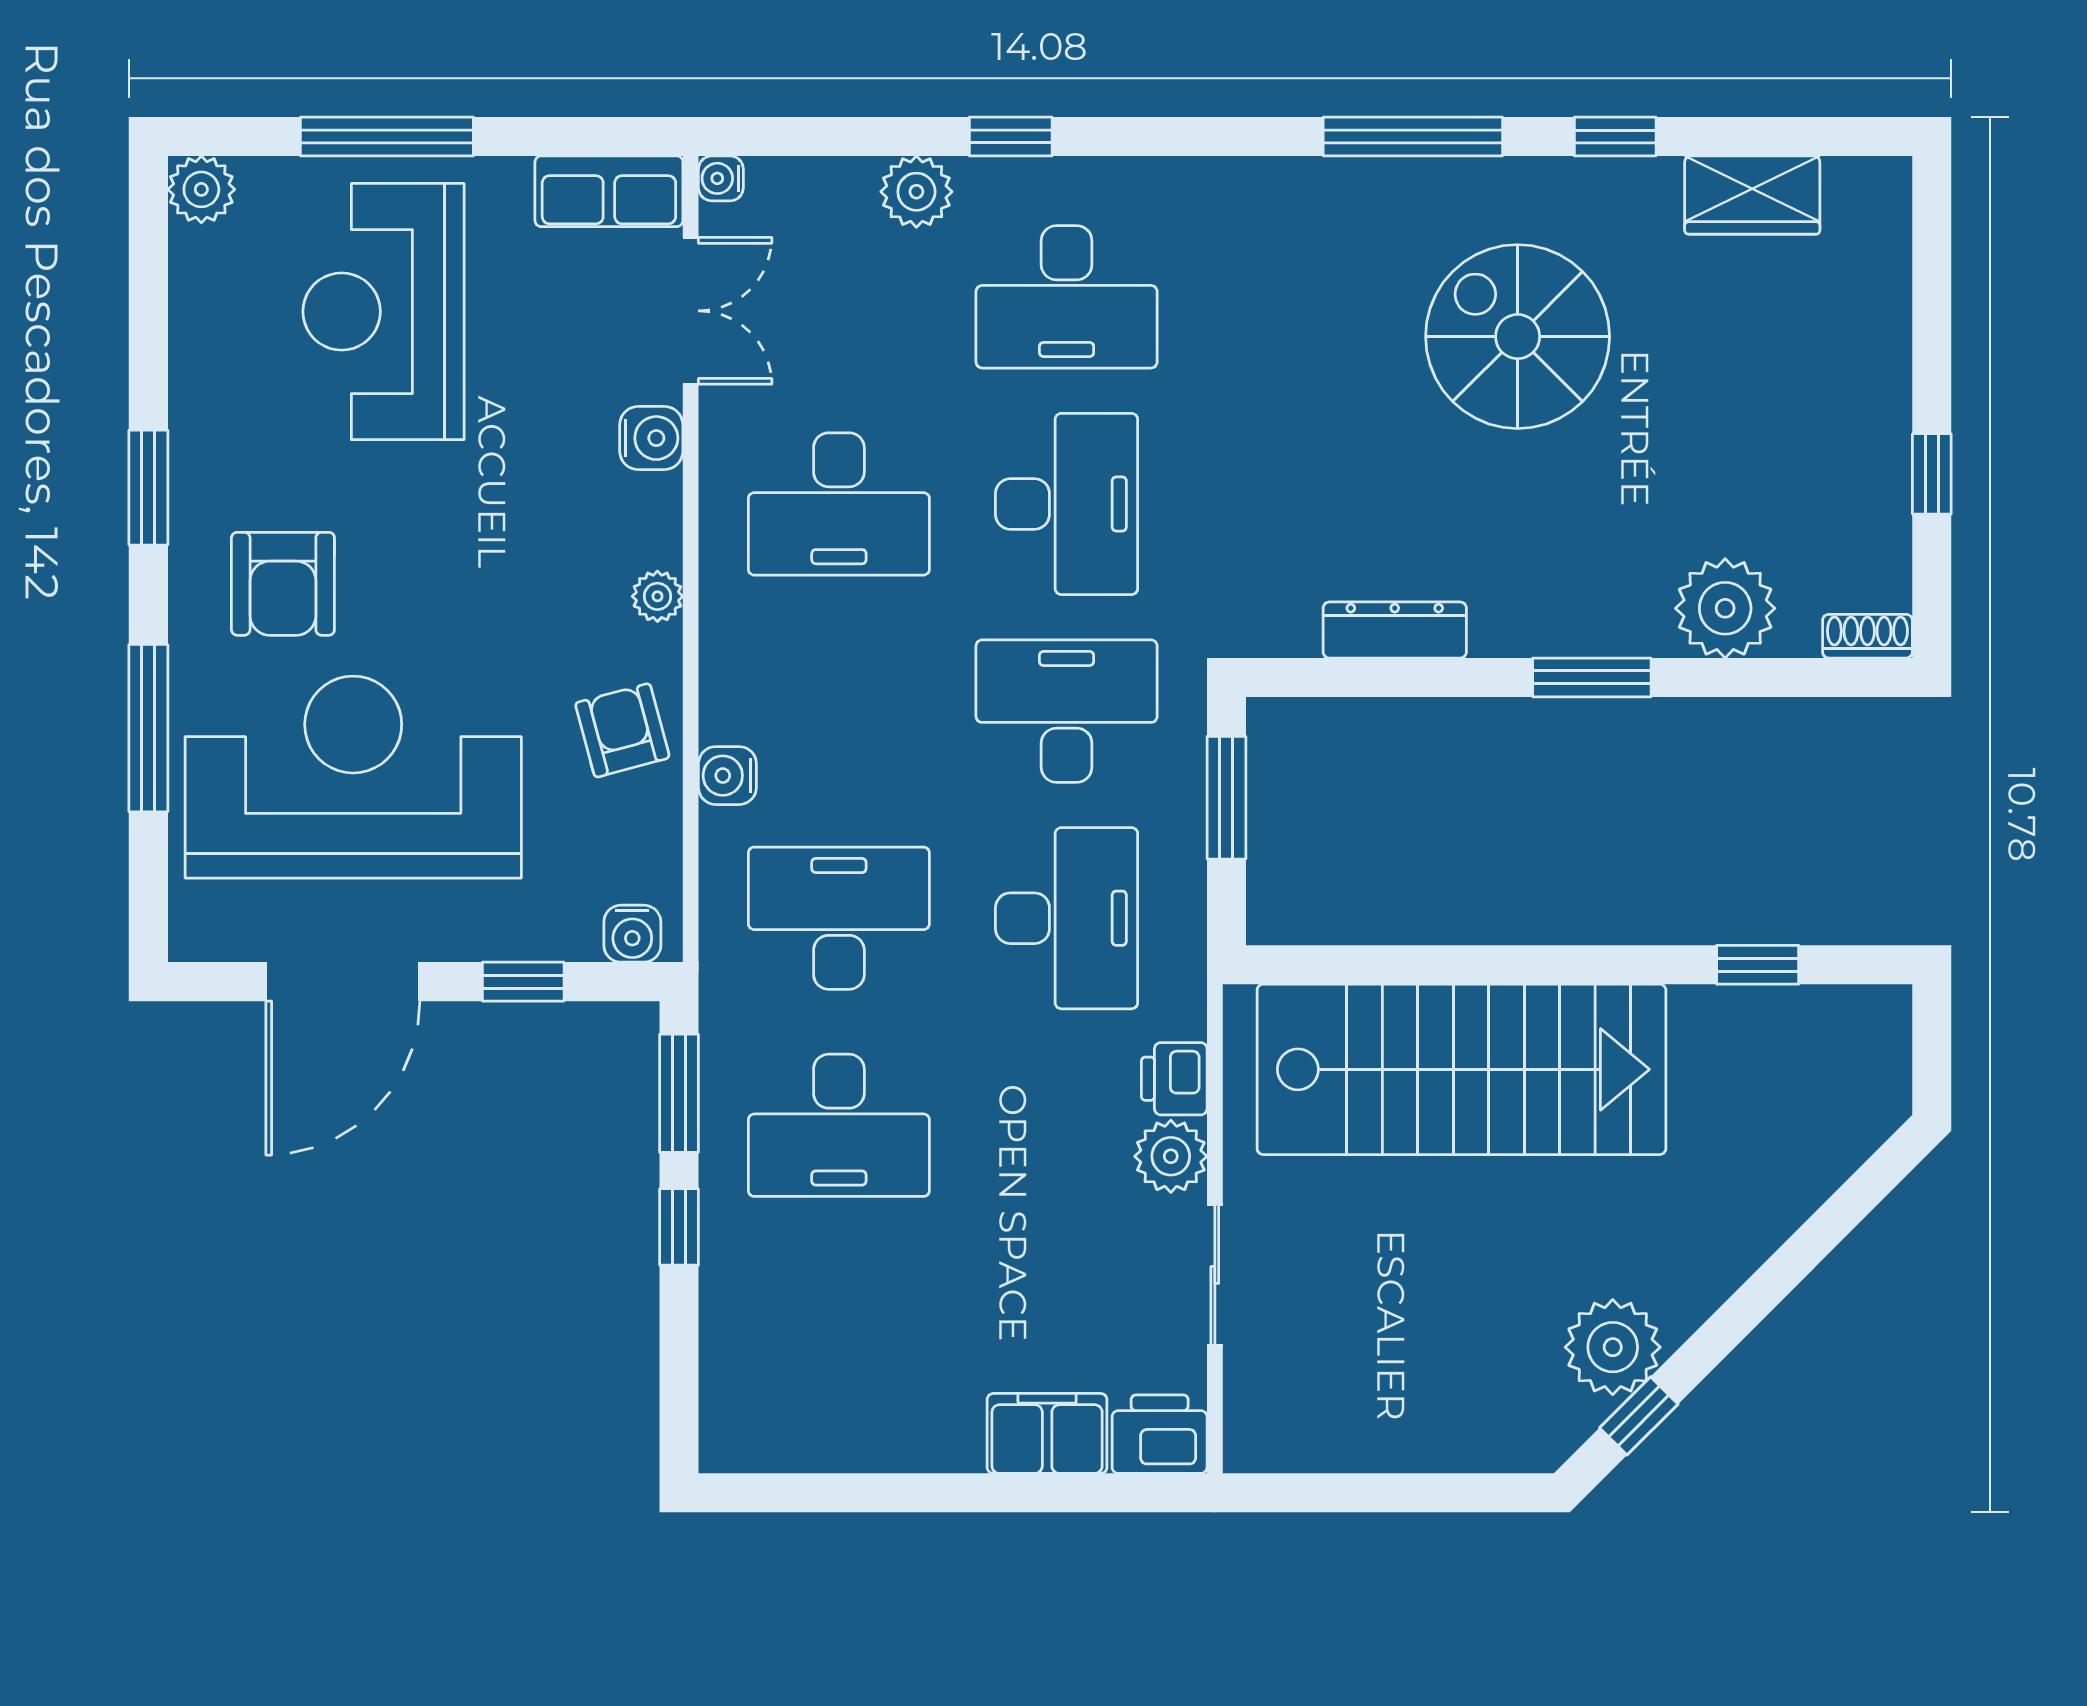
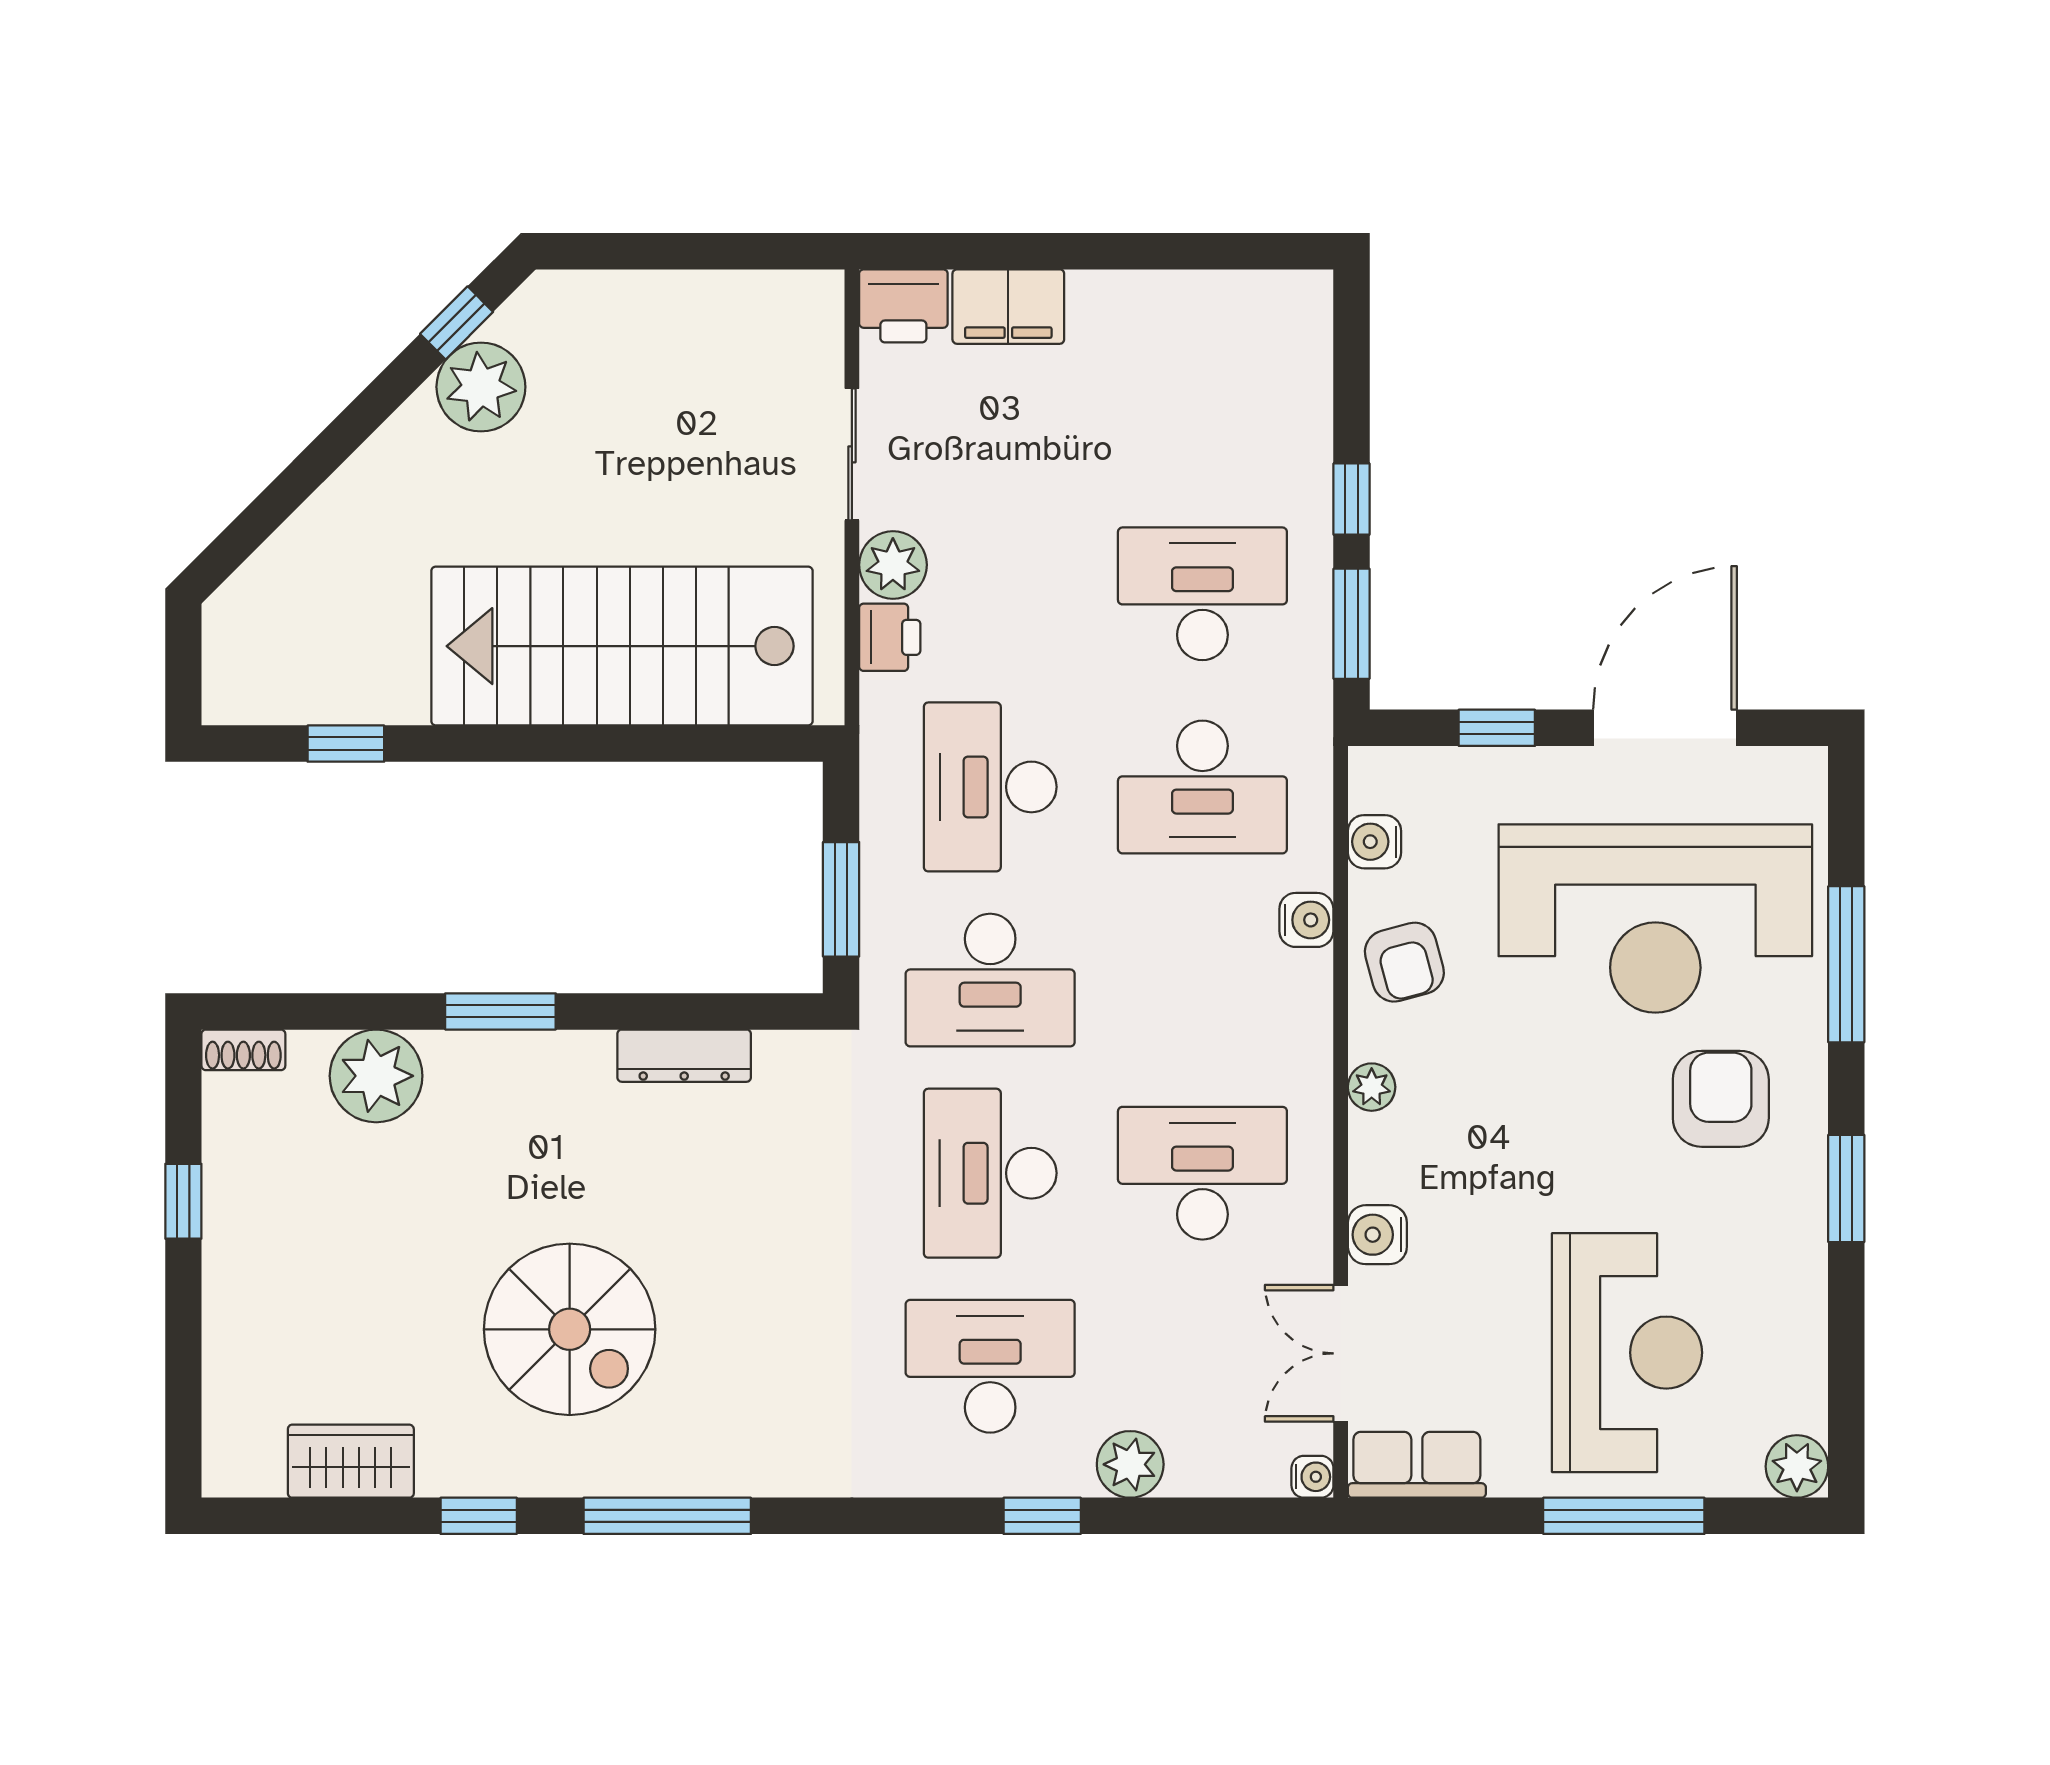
water cooler: (632, 934) -> (1374, 842), moved, turned -90

